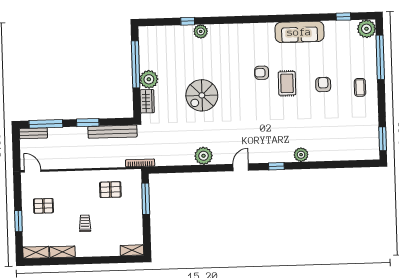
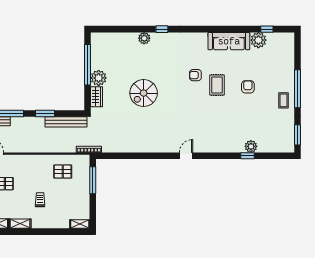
window: (188, 21) -> (162, 29), moved
plant: (366, 29) -> (258, 40), moved
window: (380, 57) -> (297, 89), moved
coffee table: (360, 87) -> (284, 100), moved
plant: (301, 155) -> (251, 146), moved
plant: (204, 156) -> (143, 145), removed
window: (276, 166) -> (247, 156), moved
door: (241, 167) -> (186, 156), moved

